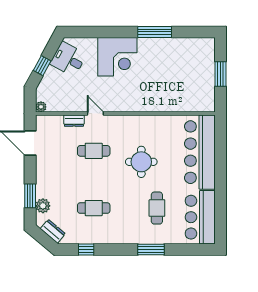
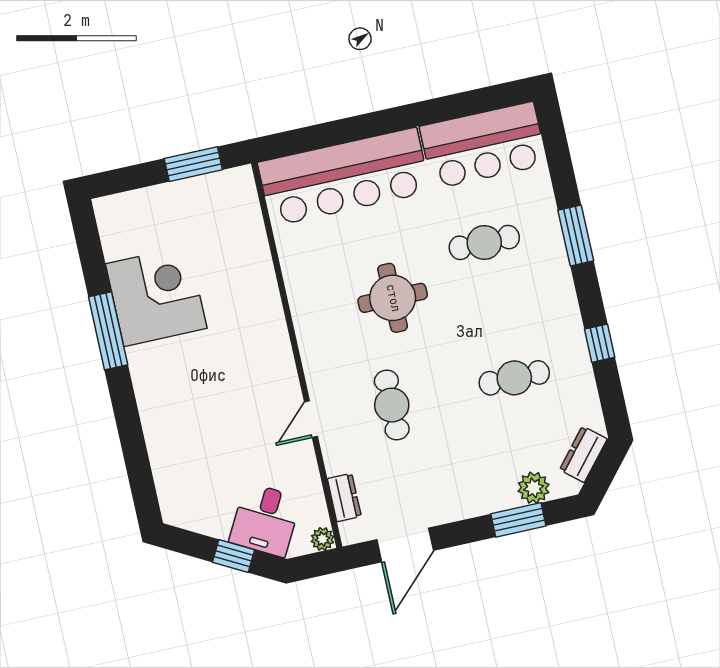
corner desk: (117, 57) -> (156, 296), moved
desk: (68, 59) -> (265, 520), moved
window: (220, 74) -> (193, 164), moved
dresser: (74, 121) -> (344, 498), moved
cafe table: (94, 208) -> (514, 378), turned 90
window: (86, 249) -> (600, 343), moved

